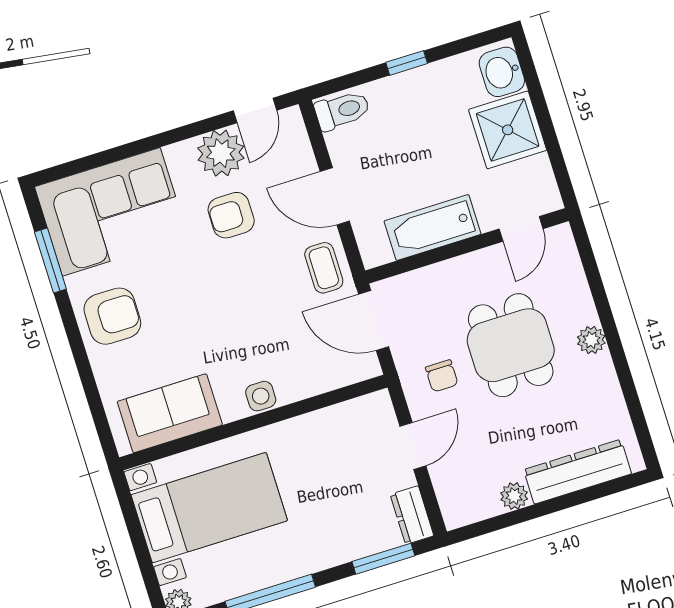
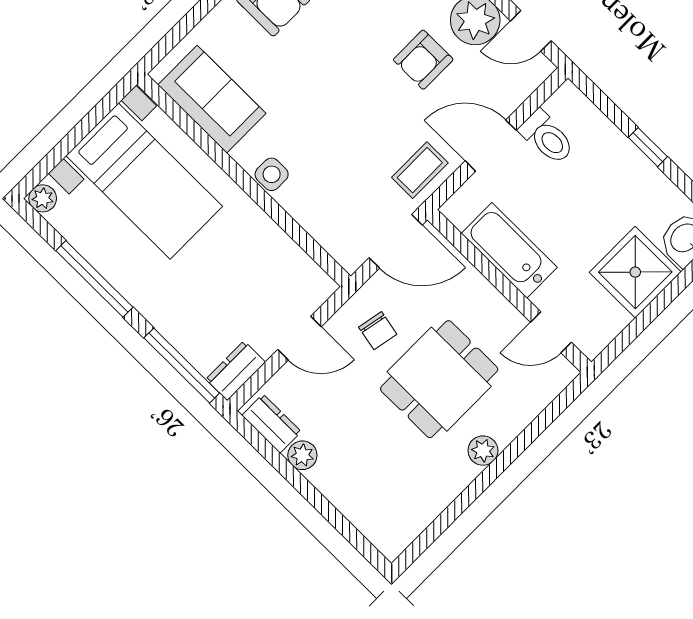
toilet: (342, 110) -> (547, 137), moved
door: (335, 196) -> (491, 146), hinge flipped
armchair: (231, 215) -> (423, 60), turned -90
door: (374, 320) -> (396, 241), swing flipped
chair: (442, 376) -> (378, 331), turned -79
dresser: (578, 472) -> (272, 424), moved, width x0.51, depth x0.80
window: (383, 559) -> (182, 366), width x1.44

